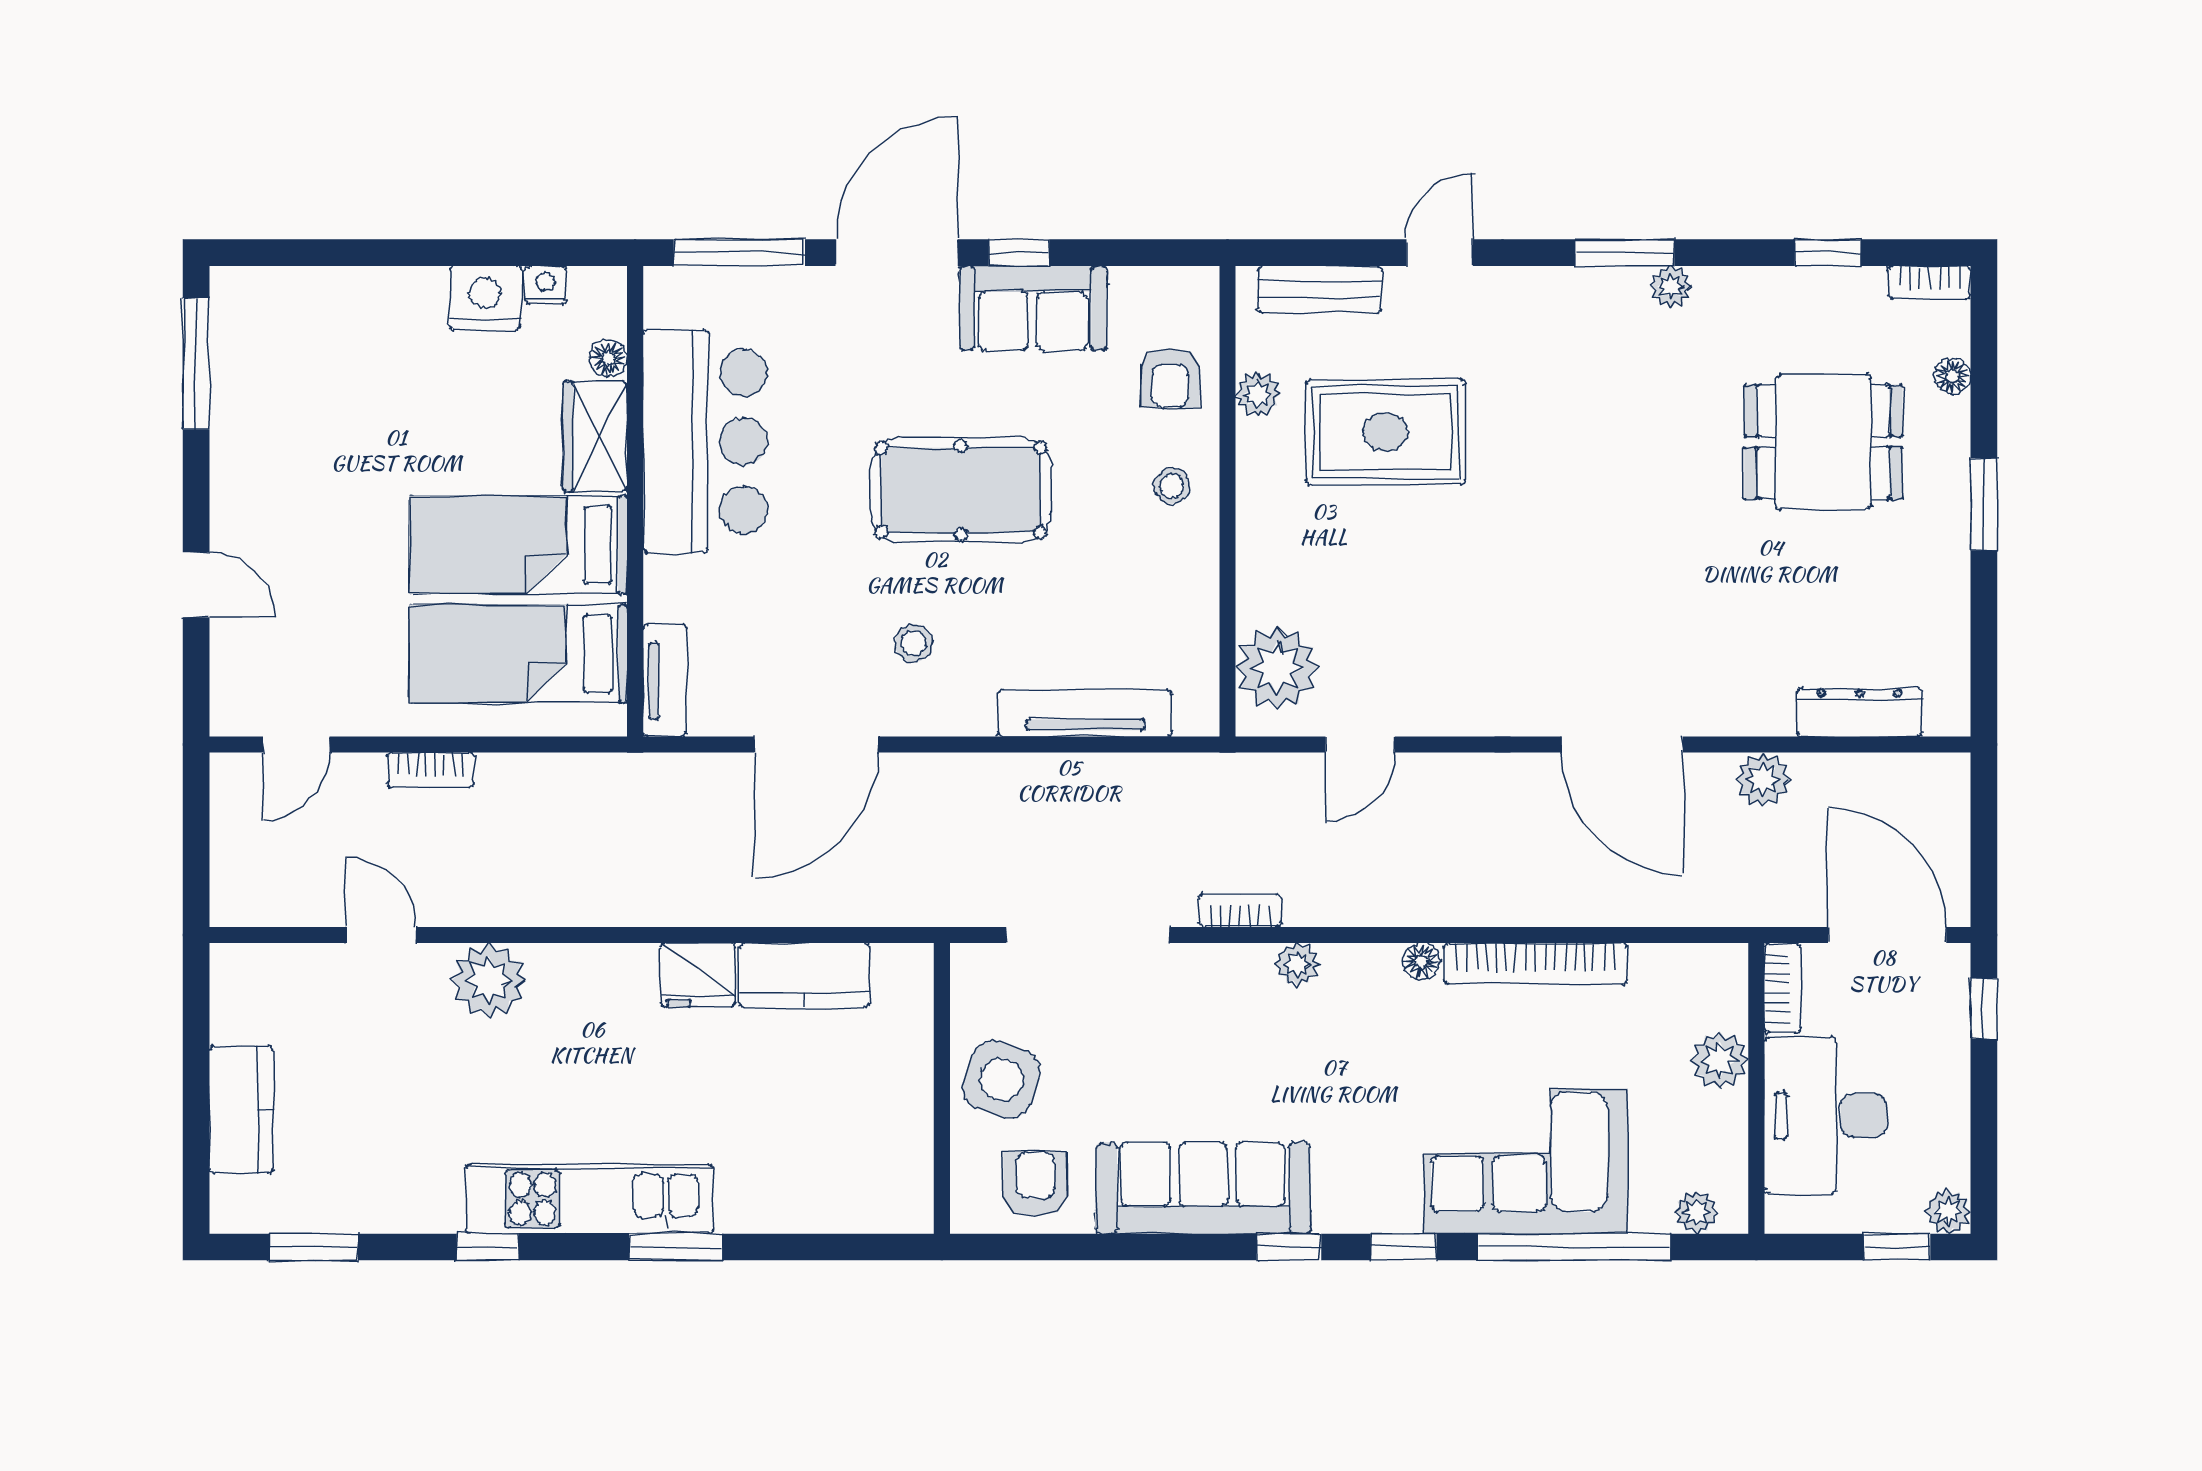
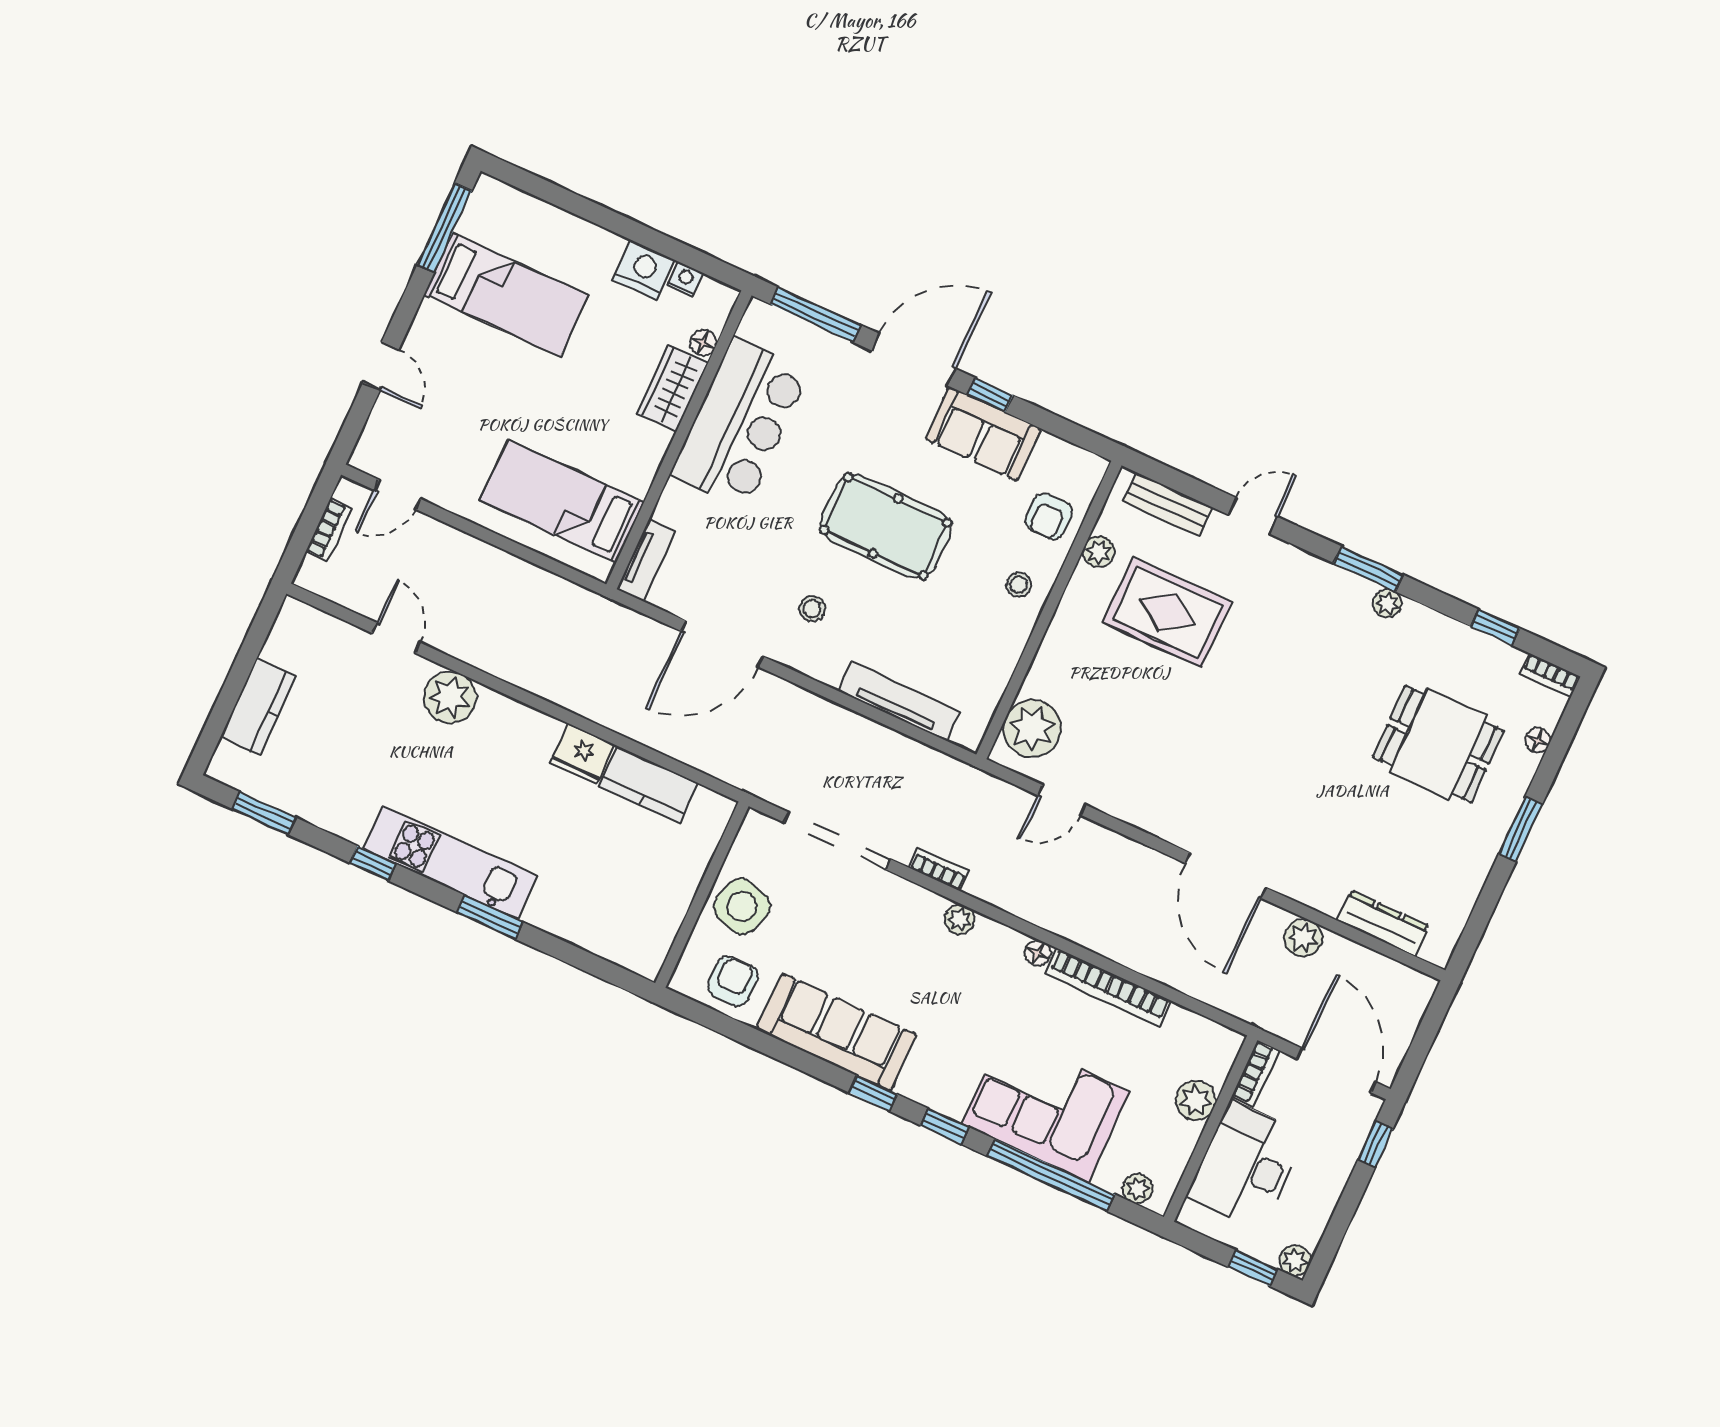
bed: (518, 545) -> (506, 295), moved, turned 180
bookcase: (431, 770) -> (329, 530), moved, turned -90

